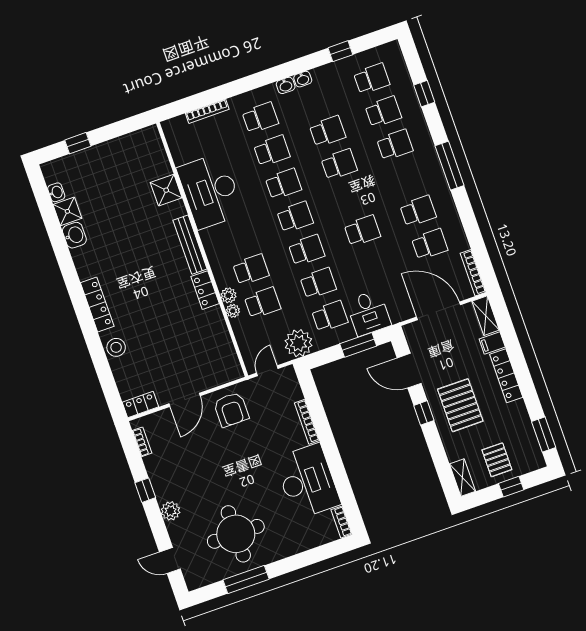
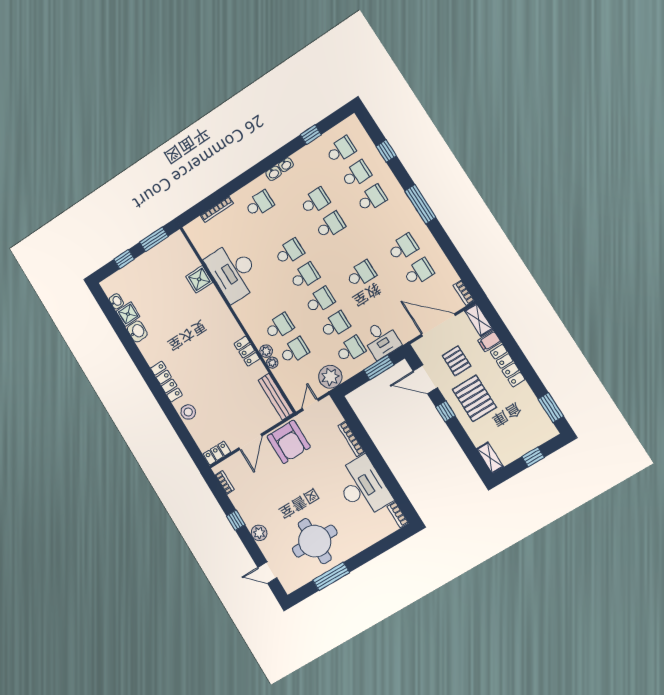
window: (121, 128) -> (154, 239), added
school desk: (272, 151) -> (274, 228), removed
bench: (190, 245) -> (276, 397), moved
bookcase: (473, 273) -> (464, 293), width x0.64
armchair: (231, 410) -> (289, 442), width x1.36, depth x1.36
pallet: (497, 460) -> (457, 361), moved

